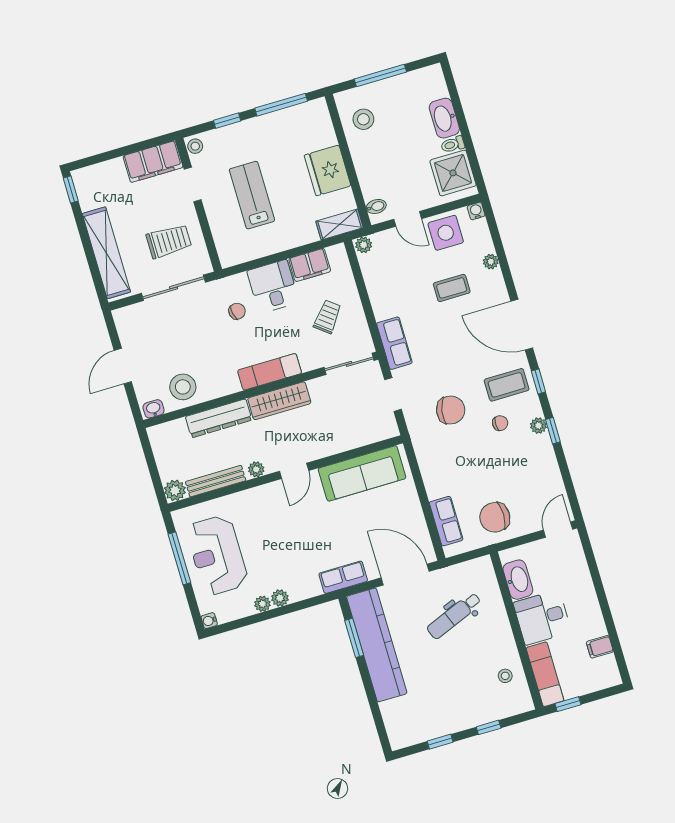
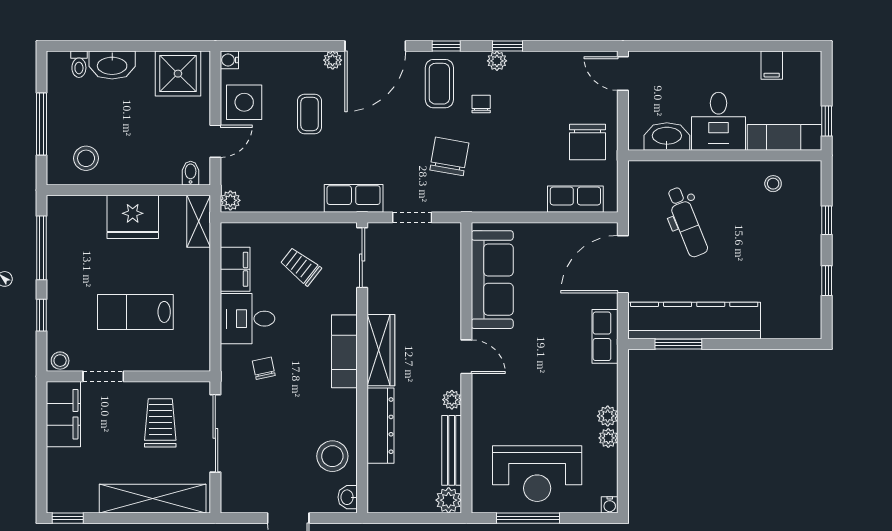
toilet: (453, 144) -> (79, 64), moved
plant: (491, 262) -> (333, 60), moved

